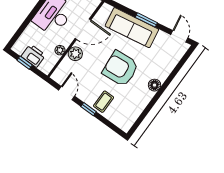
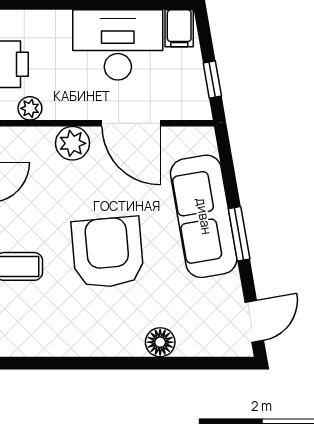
plant: (60, 50) -> (30, 108), moved
floor lamp: (155, 85) -> (160, 342), moved

